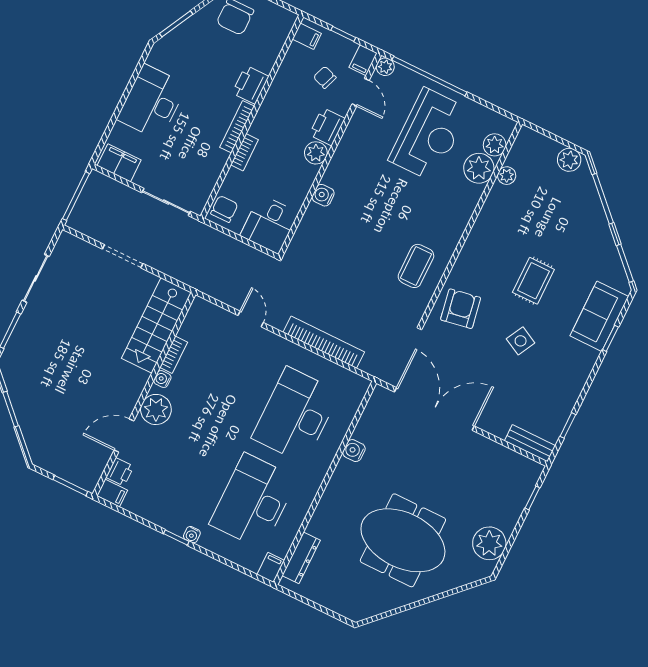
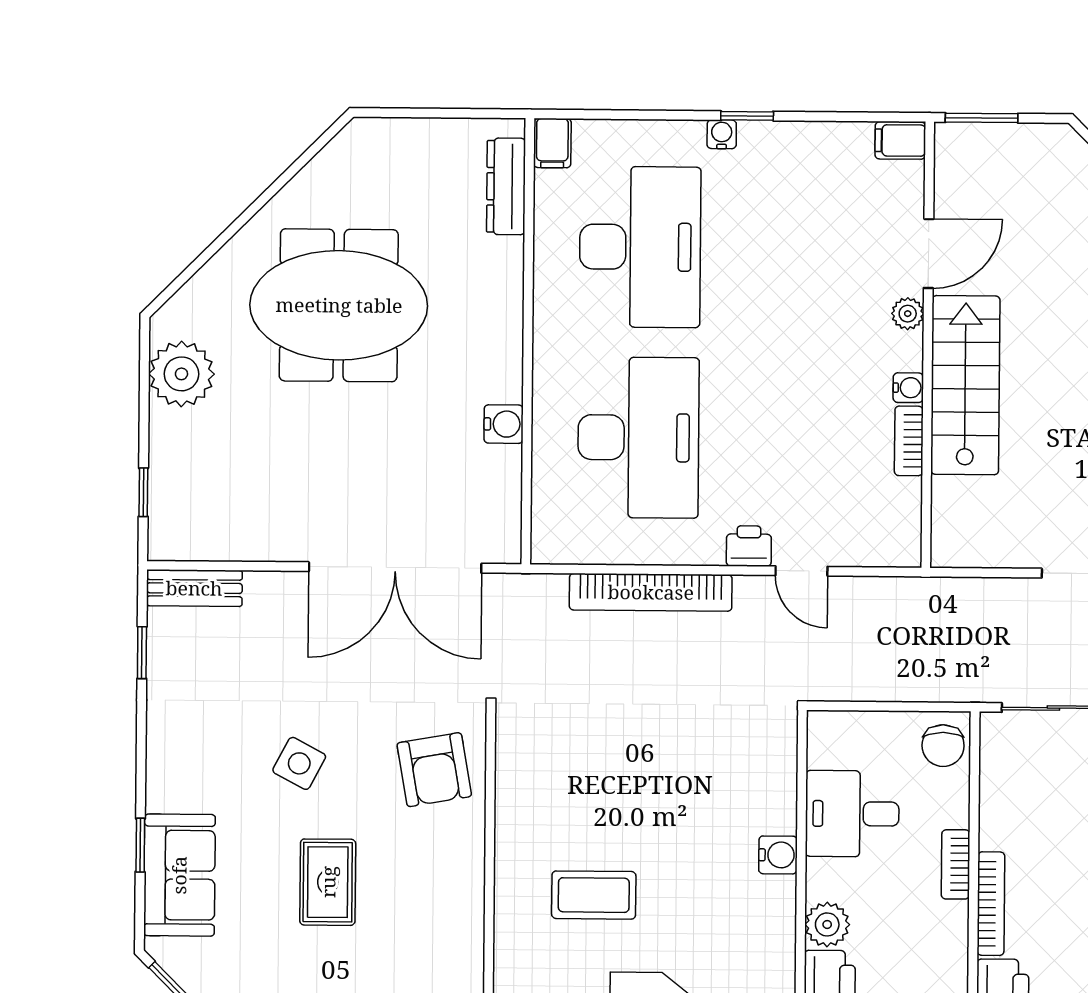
desk: (269, 224) -> (852, 814), moved, turned -90
coffee table: (416, 266) -> (594, 895), moved, turned 90
stairs: (157, 325) -> (965, 385), moved
plant: (156, 409) -> (908, 314), width x0.53, depth x0.53
printer: (120, 472) -> (749, 546), moved, turned 90

